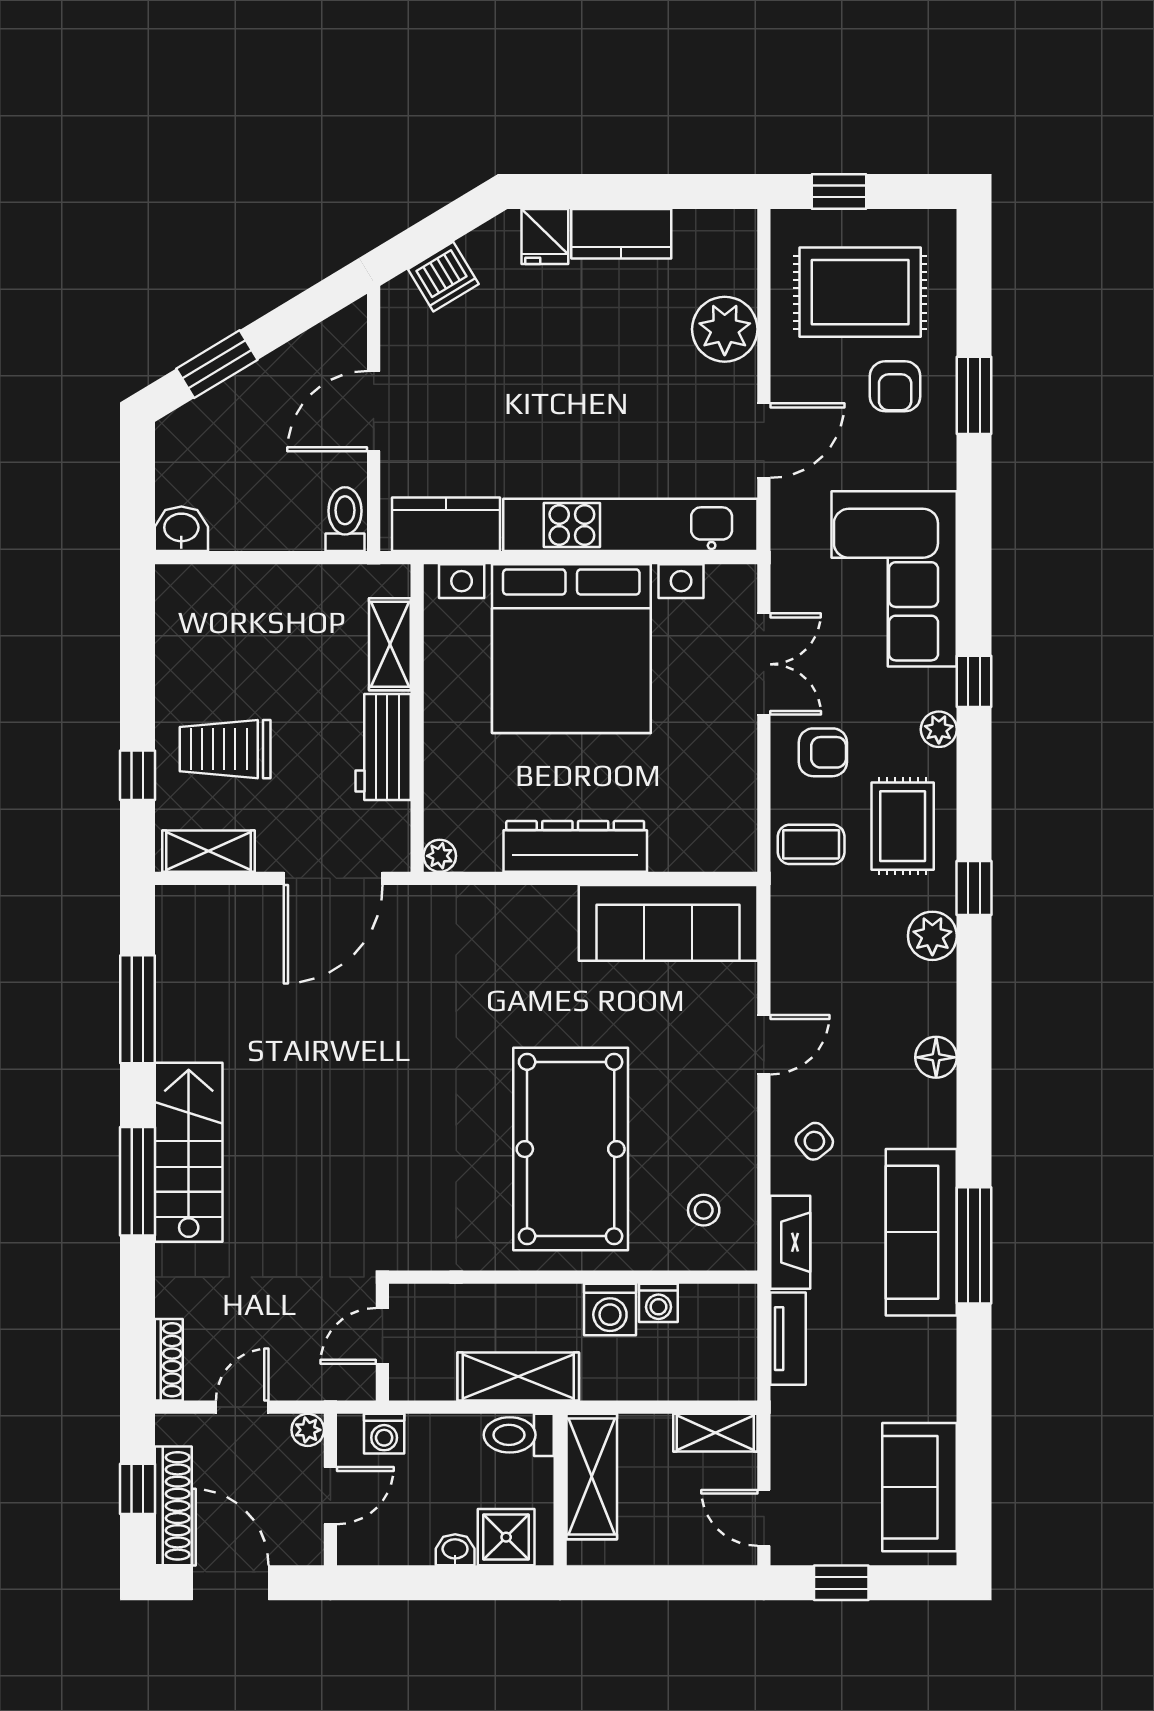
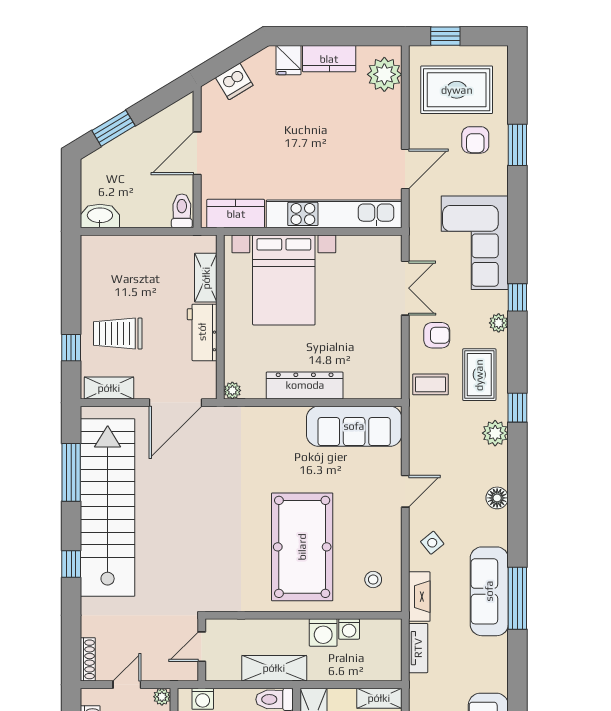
plant: (725, 329) -> (384, 74), moved
washbasin: (181, 529) -> (100, 216), width x1.38
bed with nightstands: (571, 649) -> (284, 280), width x0.73
stairs: (189, 1152) -> (108, 508), width x1.86, depth x1.51
window: (138, 1181) -> (71, 564), width x0.46

